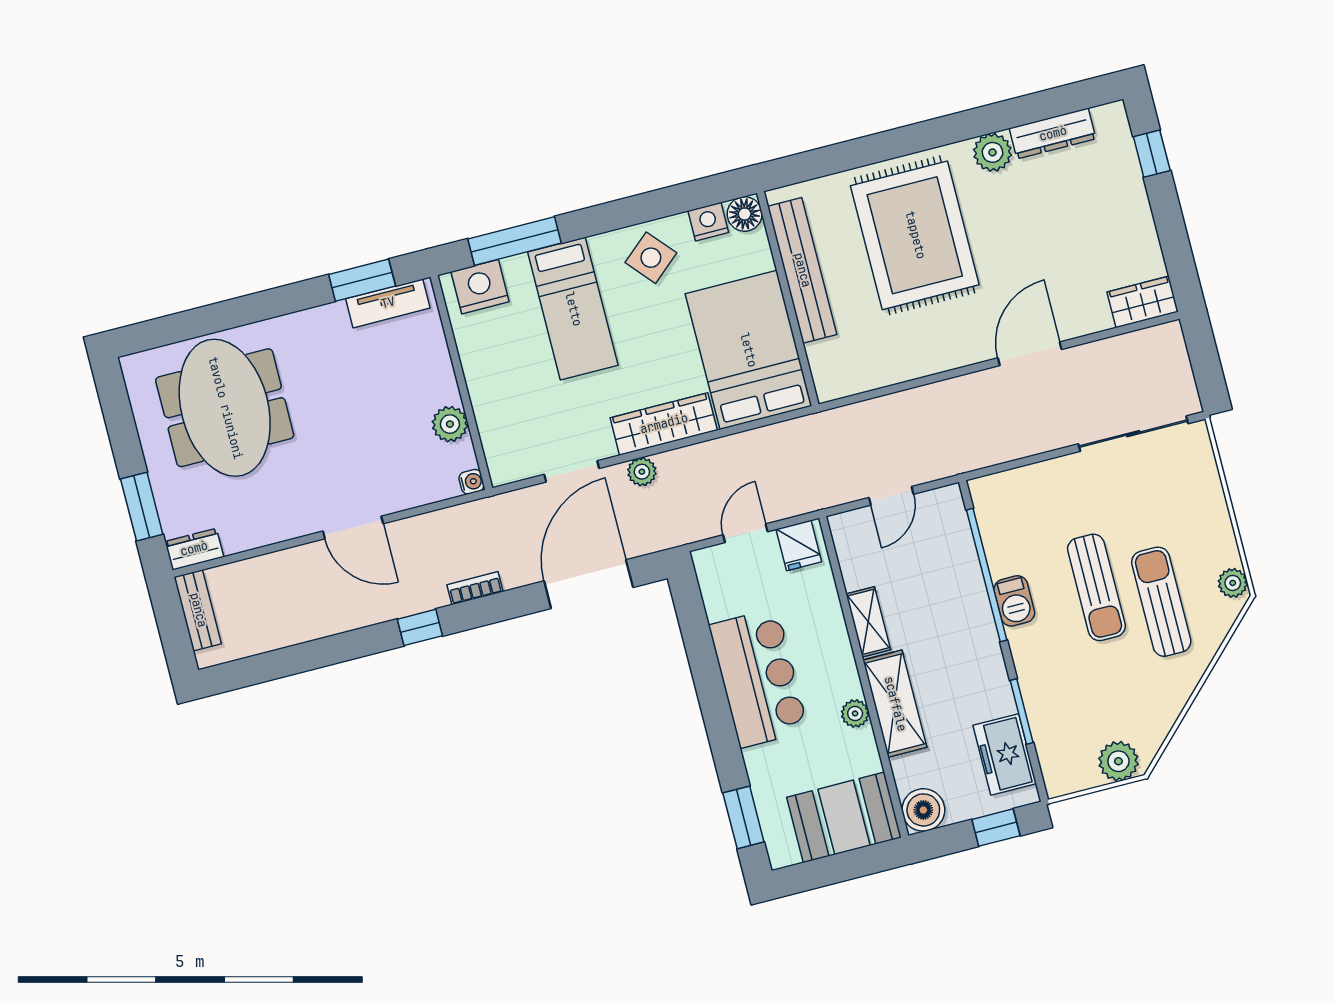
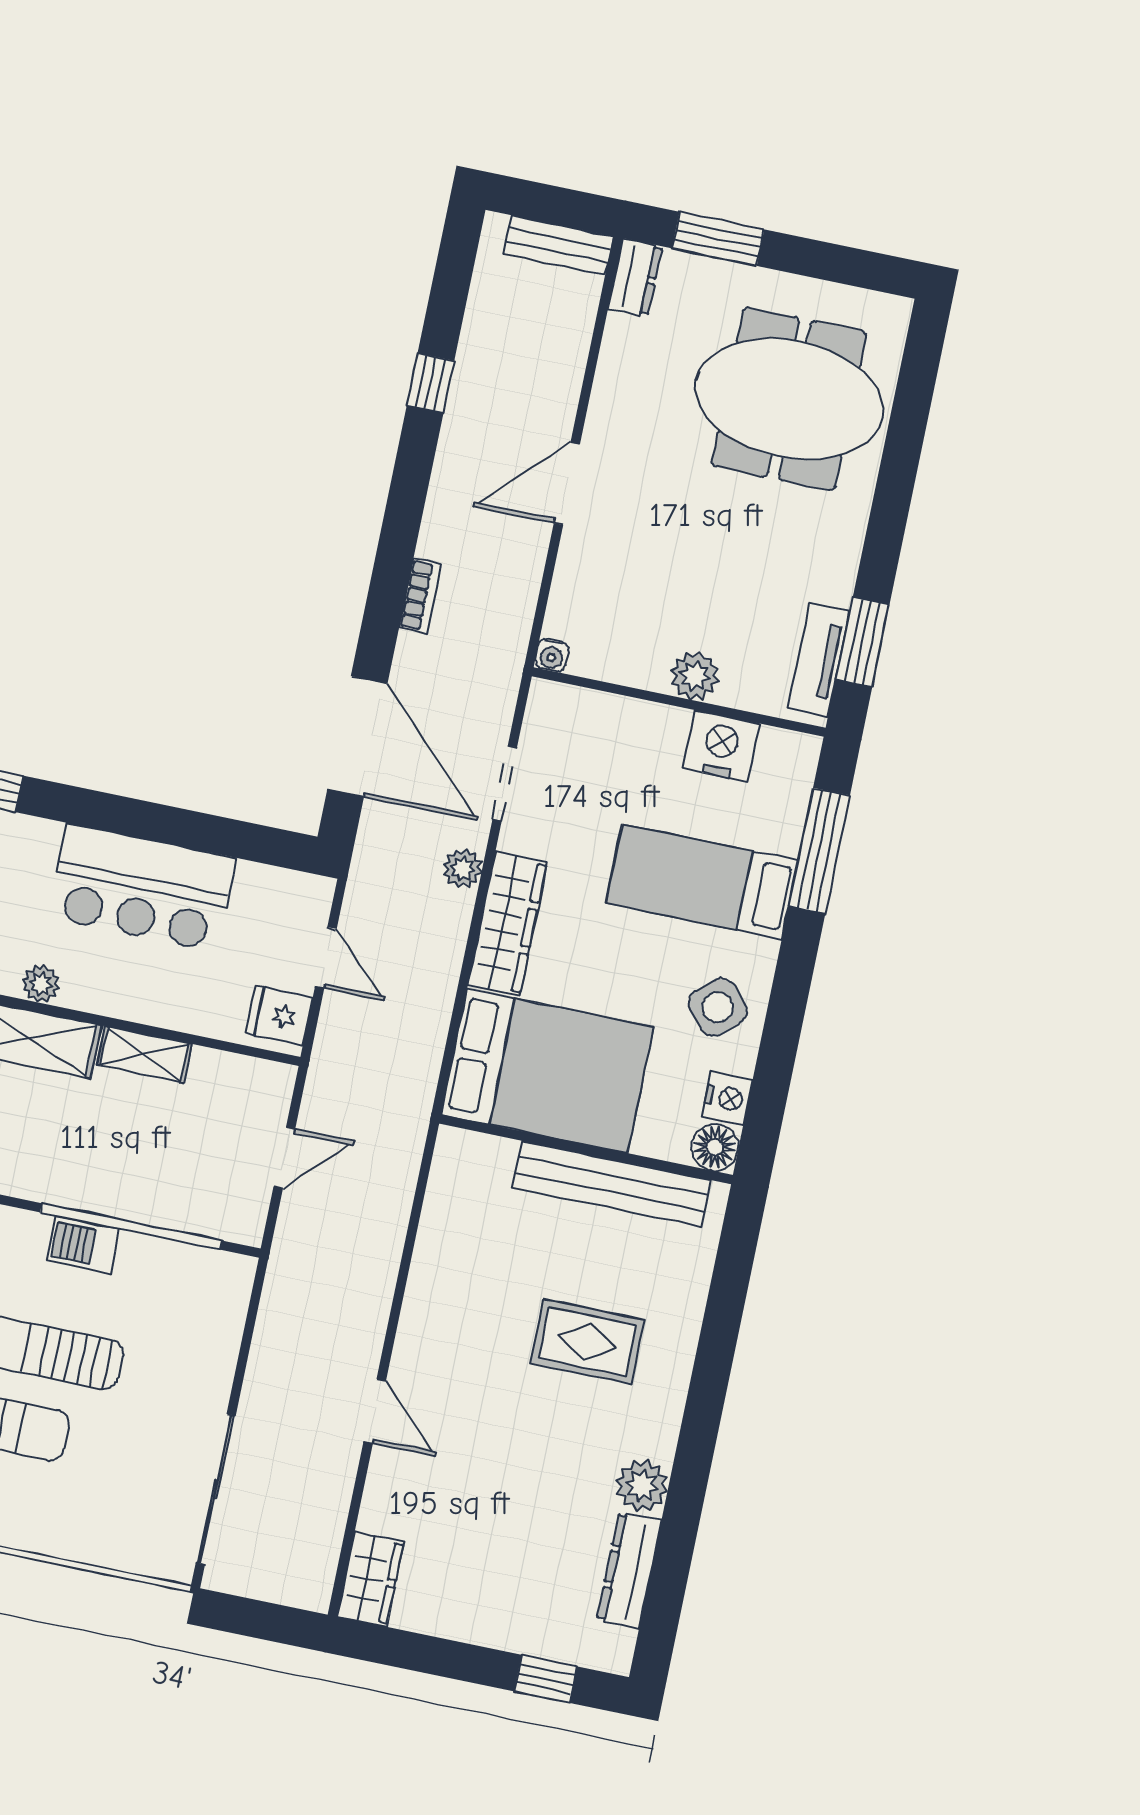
rug: (915, 235) -> (587, 1342), width x0.54, depth x0.49
nightstand: (480, 287) -> (721, 746), moved, turned -90
door: (1030, 354) -> (375, 1411), width x0.73
plant: (450, 424) -> (695, 676), moved
door: (891, 496) -> (284, 1158), swing flipped
window: (420, 627) -> (431, 383), moved

